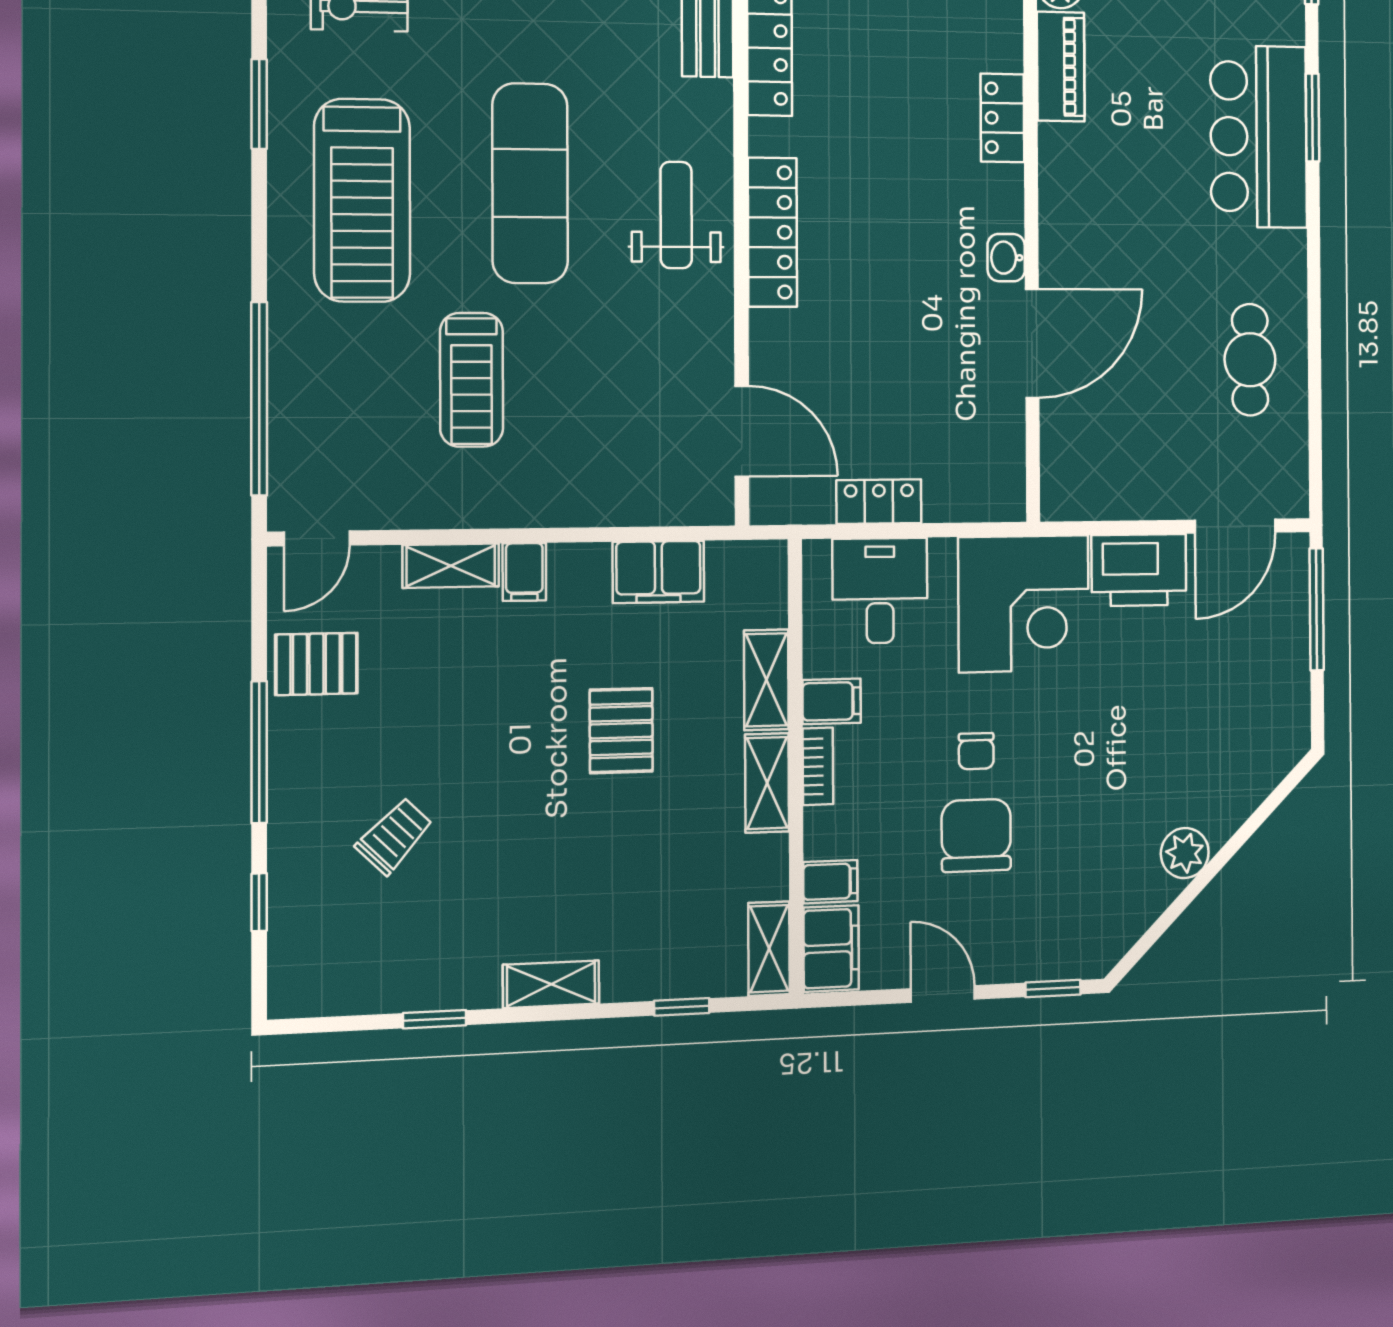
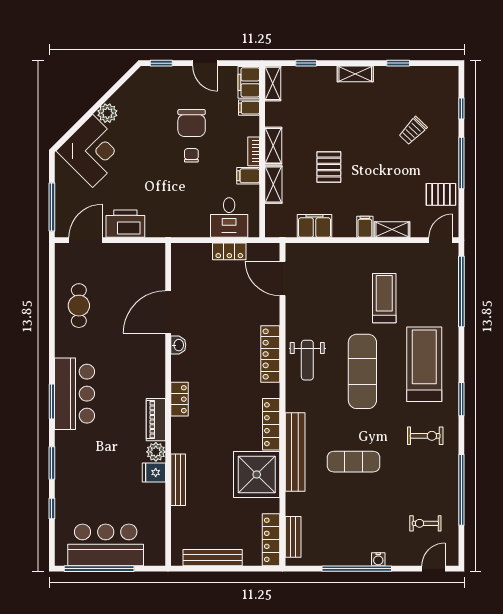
corner desk: (1024, 604) -> (93, 151), moved, turned 135

